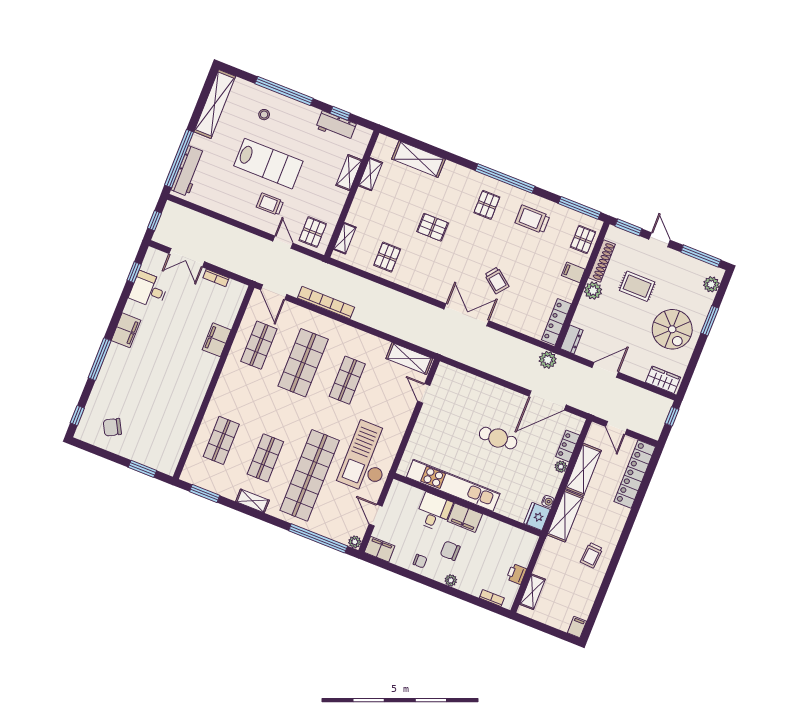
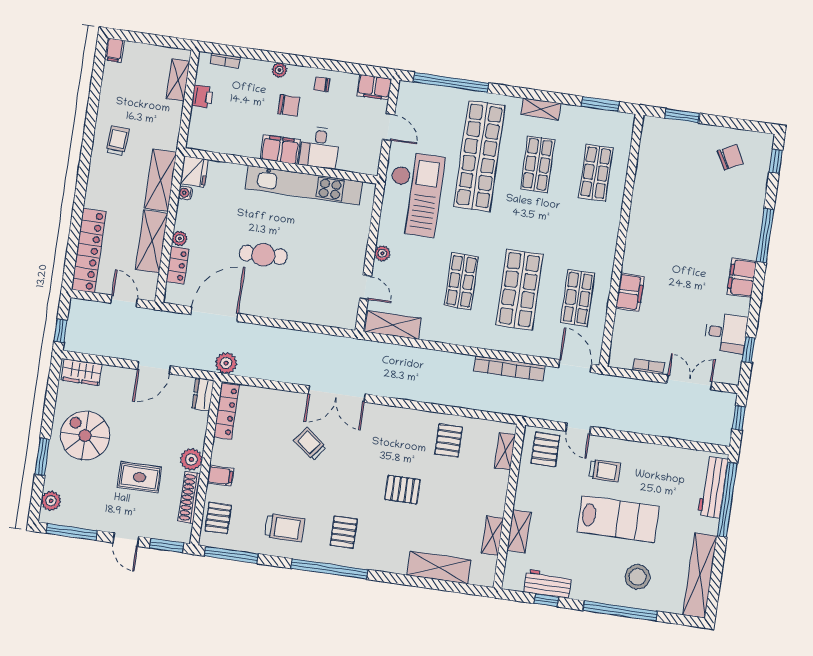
stool: (264, 115) -> (637, 577), width x1.89, depth x1.89
lab bench: (268, 164) -> (618, 519), turned 180
plant: (355, 542) -> (382, 253), moved

